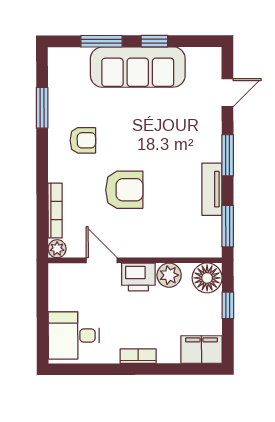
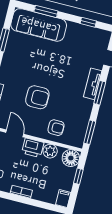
window: (154, 41) -> (88, 22), moved
sofa: (138, 67) -> (39, 25), moved
armchair: (83, 140) -> (56, 128), moved
tv unit: (212, 189) -> (93, 84), moved
filing cabinet: (201, 350) -> (63, 198), width x0.50

